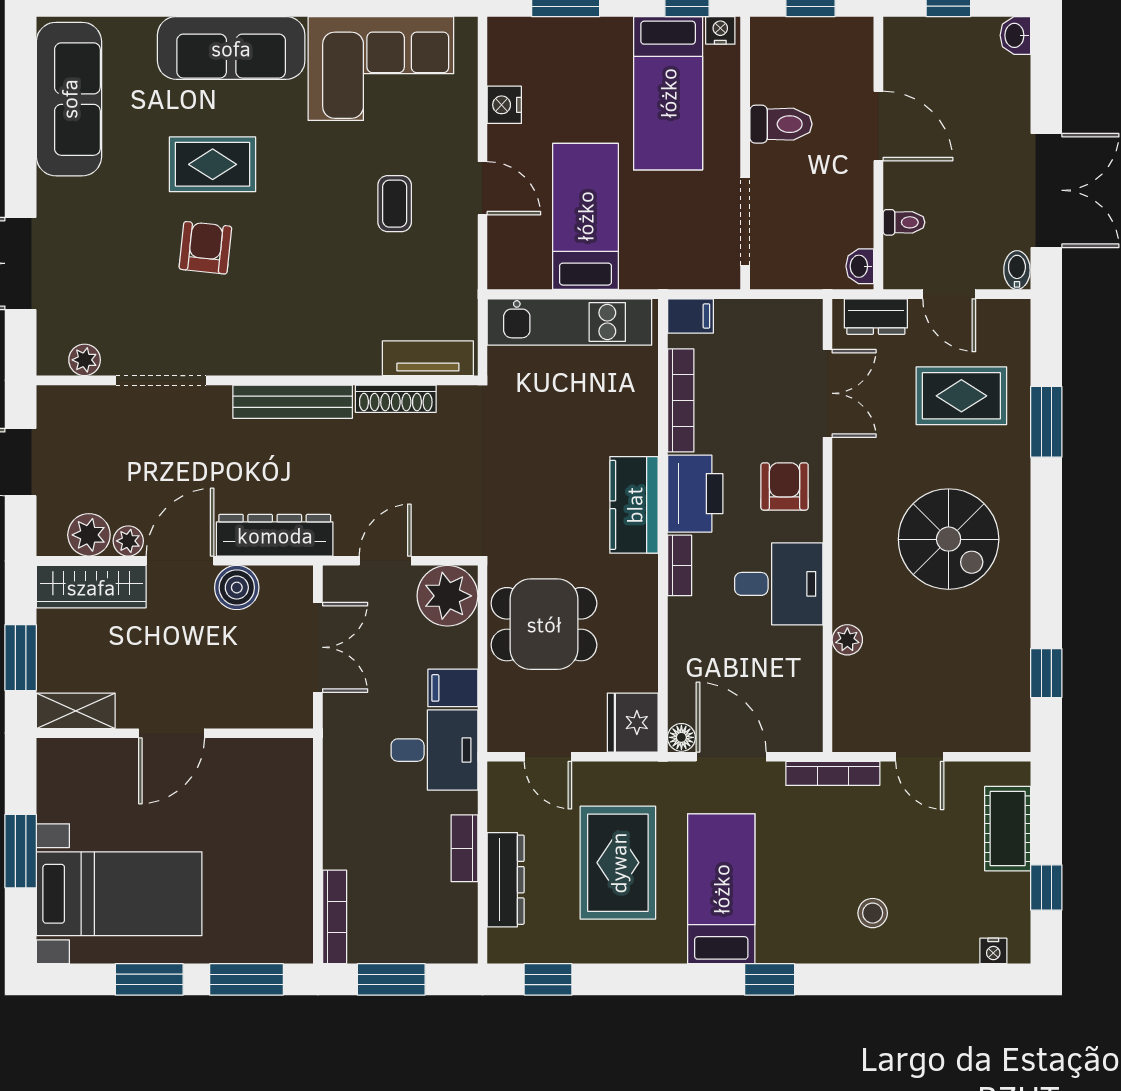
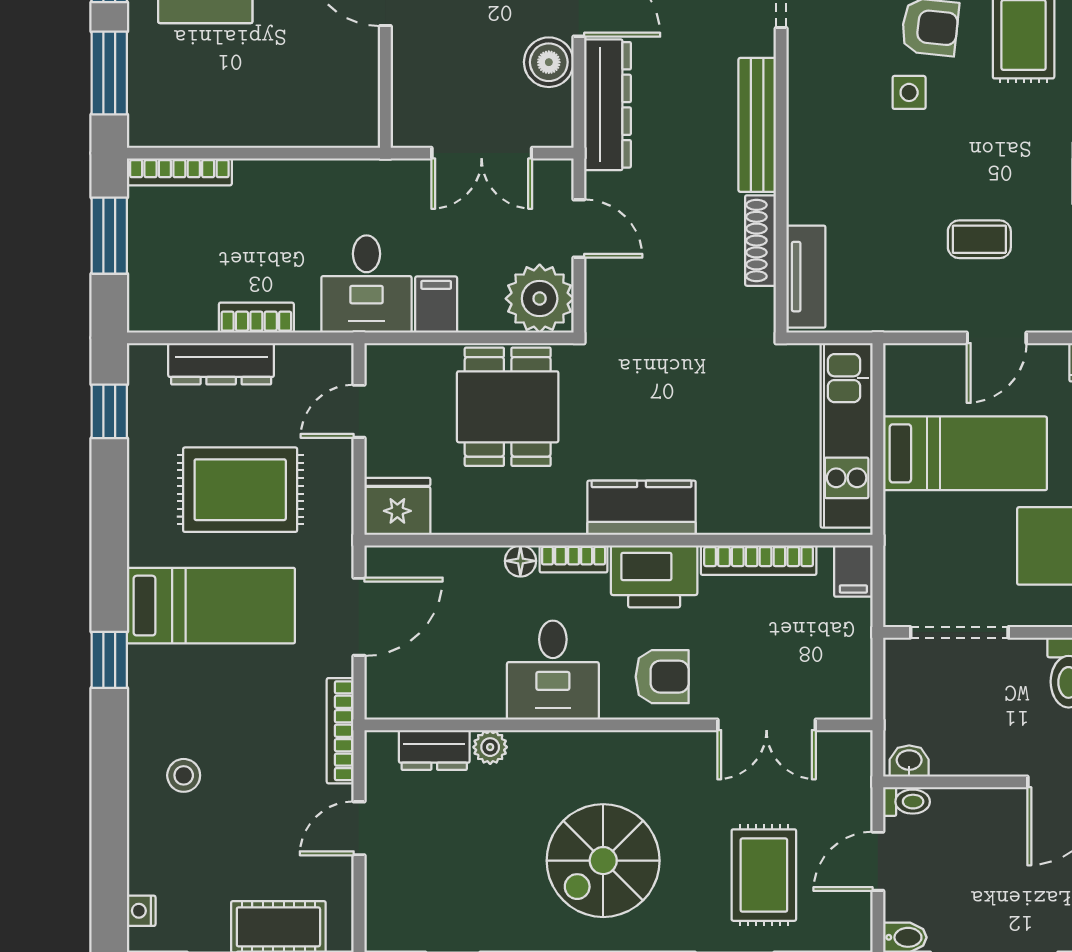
toilet: (904, 222) -> (907, 802), moved, turned -90
side table: (264, 266) -> (909, 92), added
dresser: (876, 317) -> (434, 750), moved, turned -90
floor lamp: (681, 737) -> (520, 561), moved

